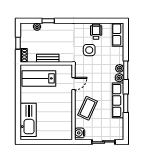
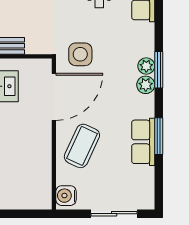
side table: (89, 50) -> (80, 54), moved
door: (74, 84) -> (54, 97), width x1.87
row of seats: (118, 100) -> (143, 142), width x0.68

